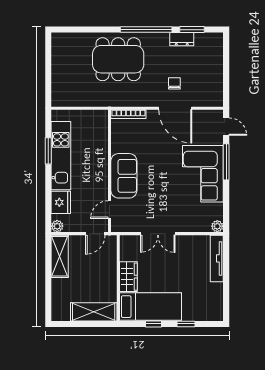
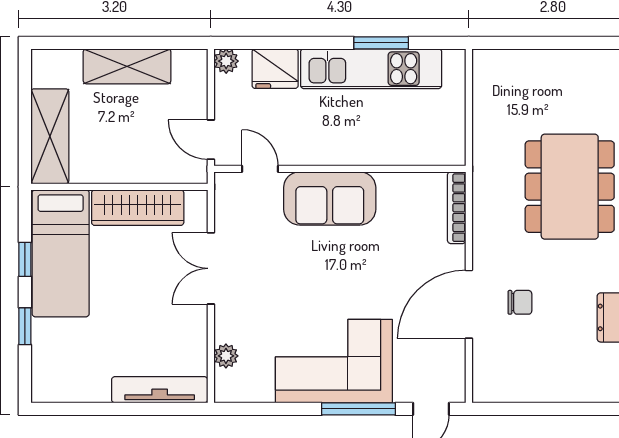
plant: (217, 226) -> (226, 356), moved
shelving: (60, 256) -> (127, 66), moved
wardrobe: (128, 277) -> (138, 208), width x1.50

